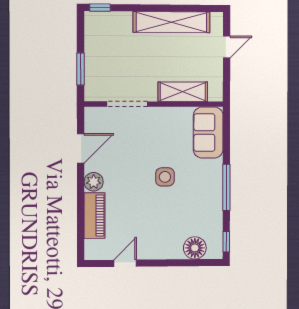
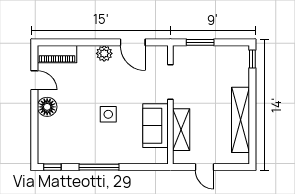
door: (227, 47) -> (205, 167), moved
sofa: (208, 133) -> (156, 126), moved, turned -90
piano: (94, 216) -> (57, 54), moved
floor lamp: (195, 248) -> (47, 107), moved

